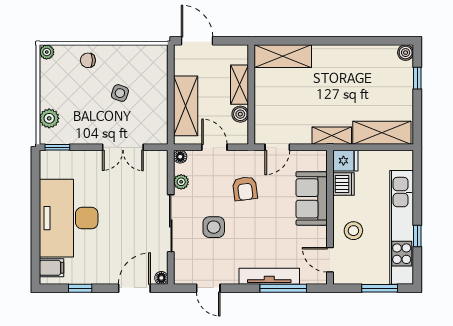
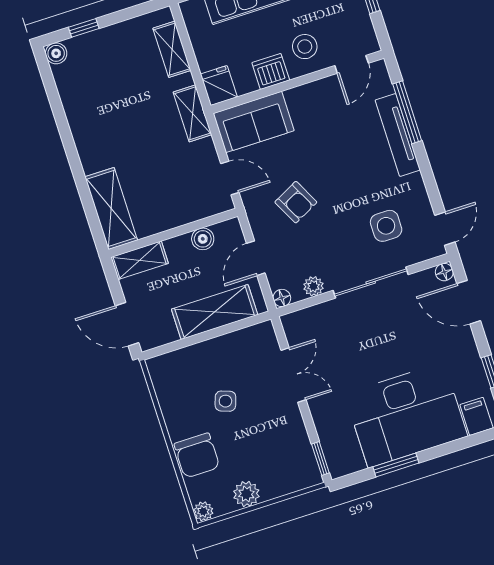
door: (197, 41) -> (127, 324), hinge flipped
chair: (88, 60) -> (197, 455), width x1.87, depth x1.87
shelving: (240, 85) -> (140, 260), moved
plant: (49, 118) -> (246, 494), moved
shelving: (382, 133) -> (172, 49), width x0.67, depth x0.75
dishwasher: (344, 184) -> (271, 71), moved
armchair: (245, 189) -> (296, 202), turned 70
sofa: (312, 198) -> (254, 122), moved
window: (36, 199) -> (396, 465), added
side table: (214, 227) -> (386, 226), moved
door: (208, 288) -> (445, 229), moved

